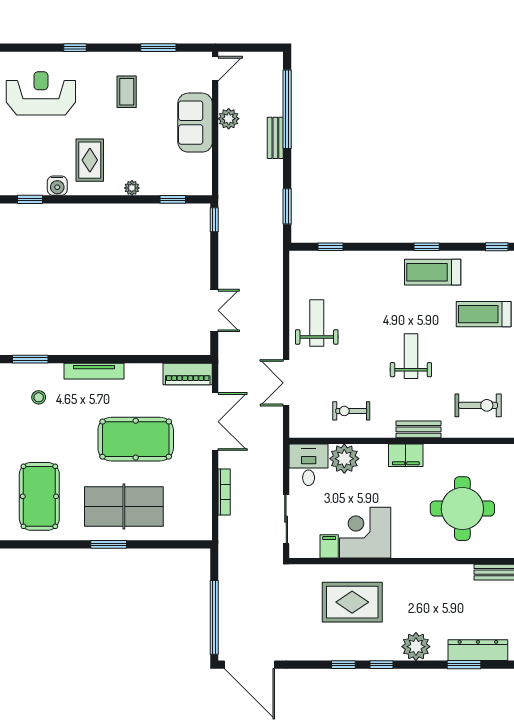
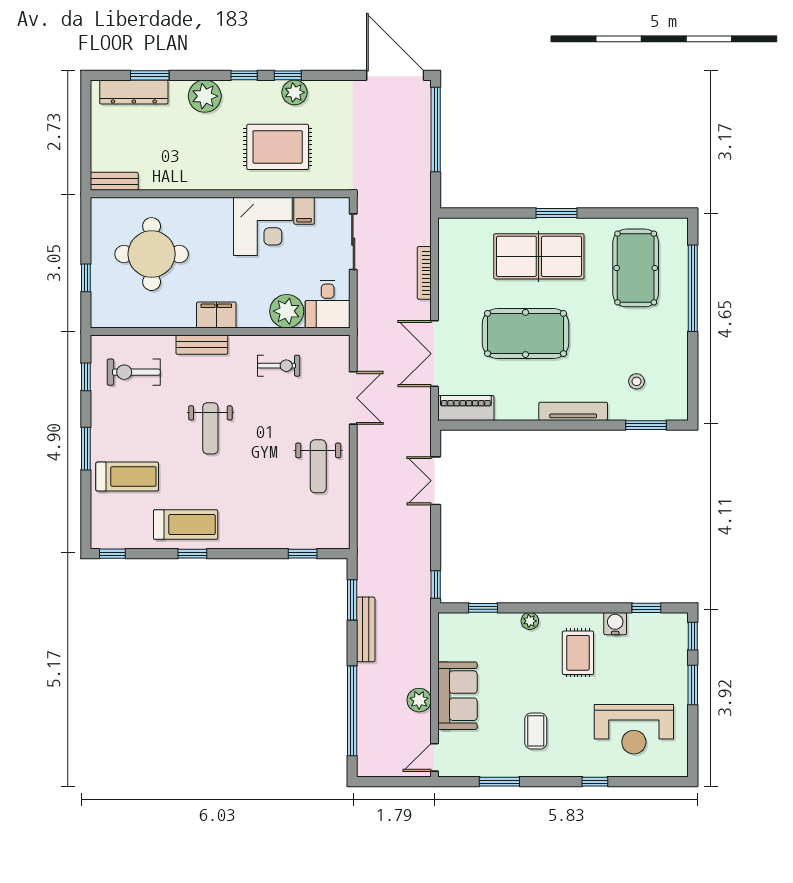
bench: (275, 138) -> (366, 629), moved, width x1.36
plant: (337, 650) -> (295, 92), added

